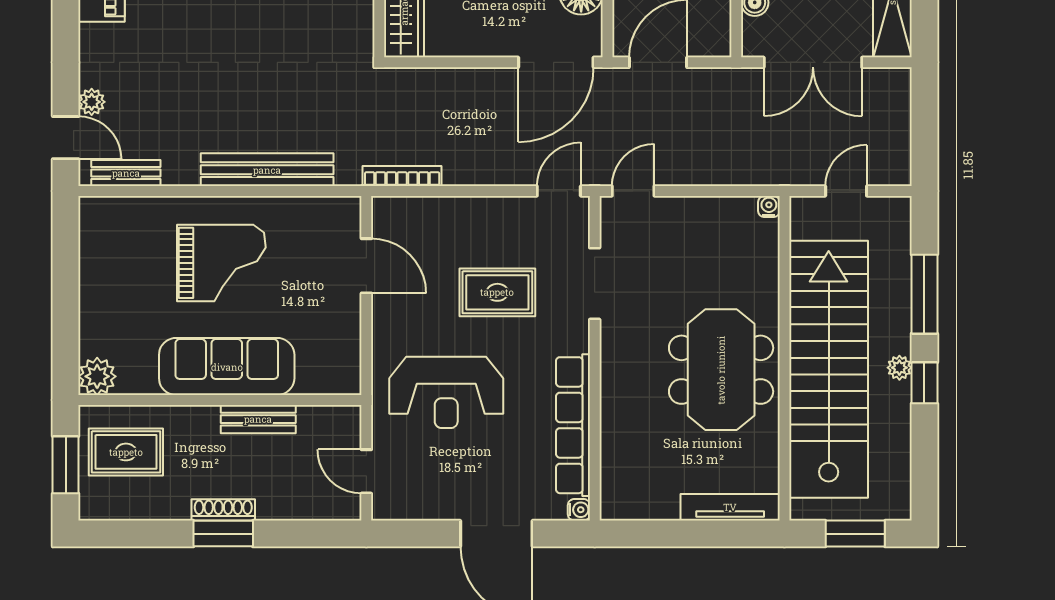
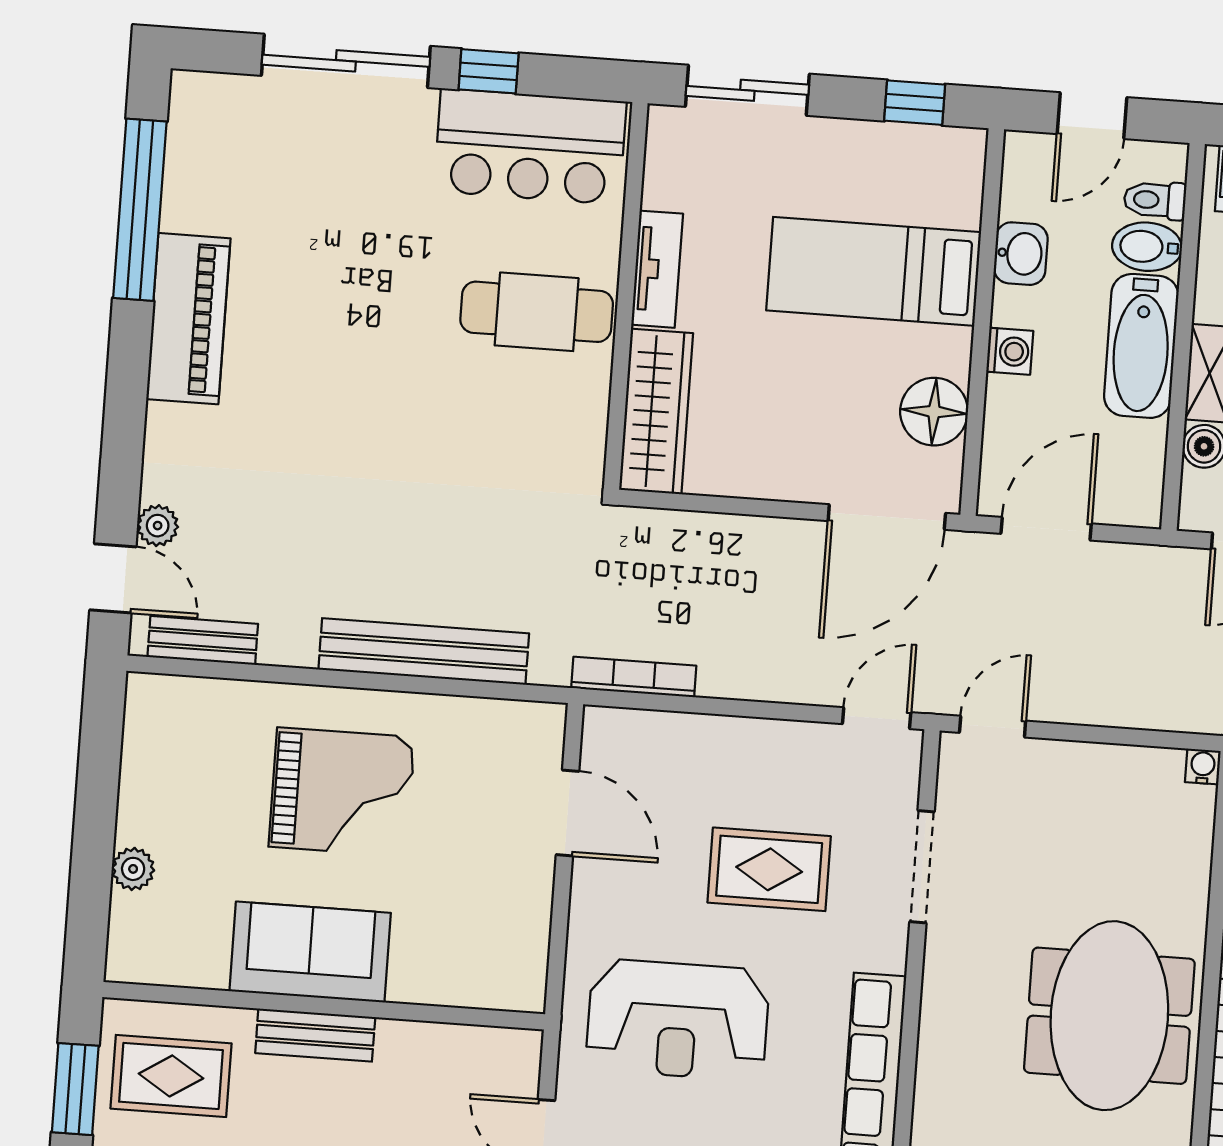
sofa: (227, 367) -> (310, 952), width x0.73
plant: (97, 376) -> (133, 869), moved, width x0.73, depth x0.73
bench: (258, 419) -> (315, 1035), moved

